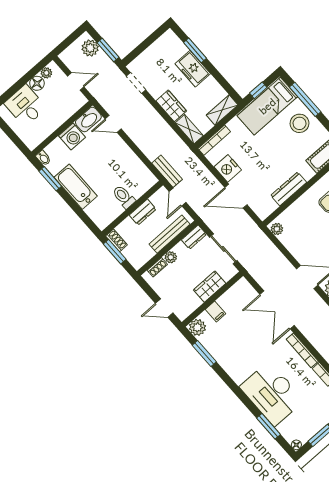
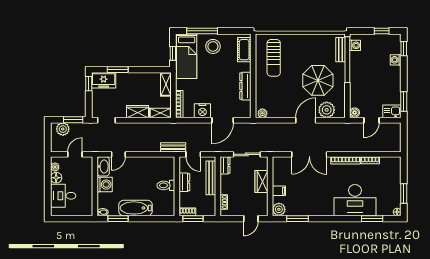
window: (156, 34) -> (89, 84), added
freezer: (193, 69) -> (104, 80), moved
plant: (171, 257) -> (225, 189), removed

